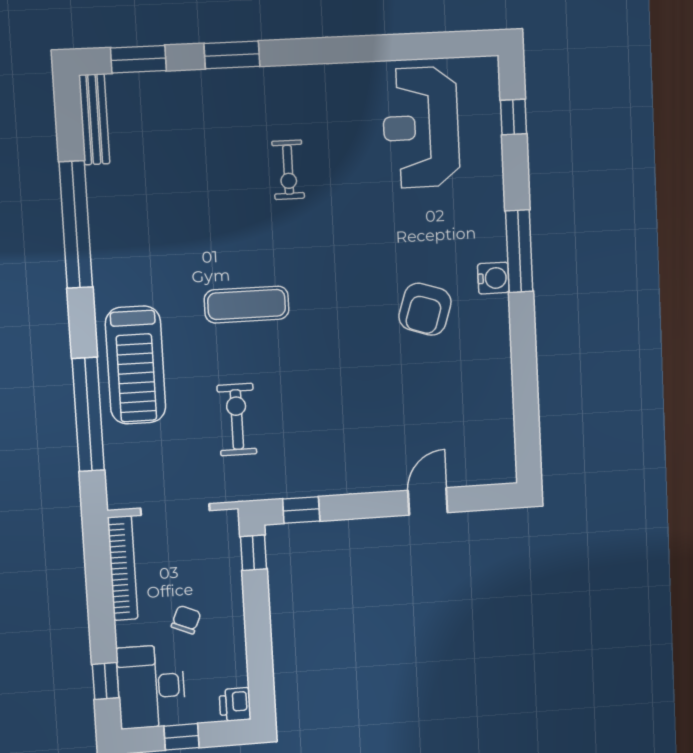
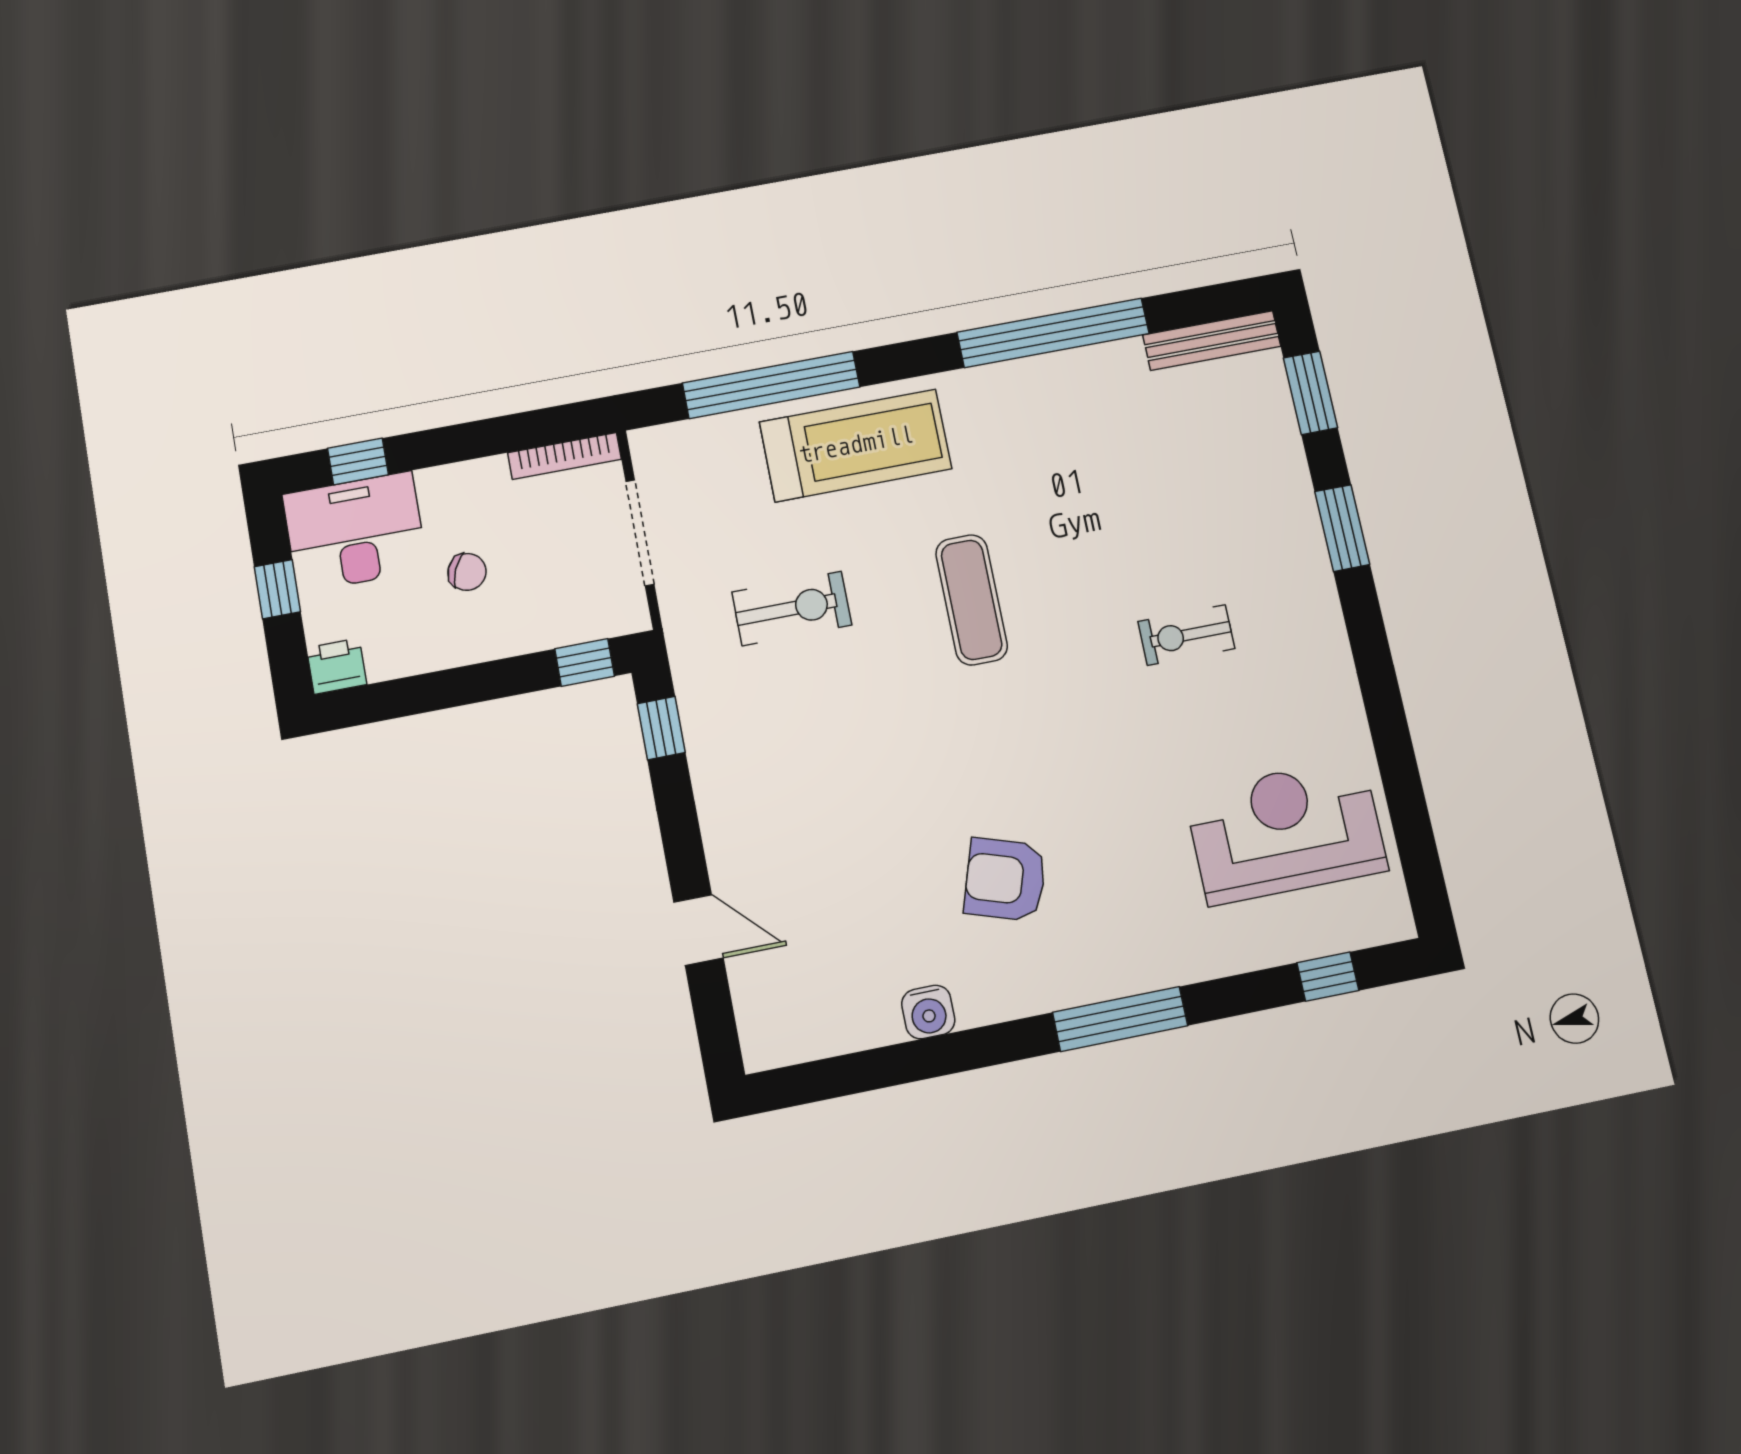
water cooler: (493, 278) -> (928, 1012), moved
treadmill: (136, 365) -> (856, 445), turned 180
bookcase: (123, 568) -> (565, 456), width x0.68, depth x0.76

